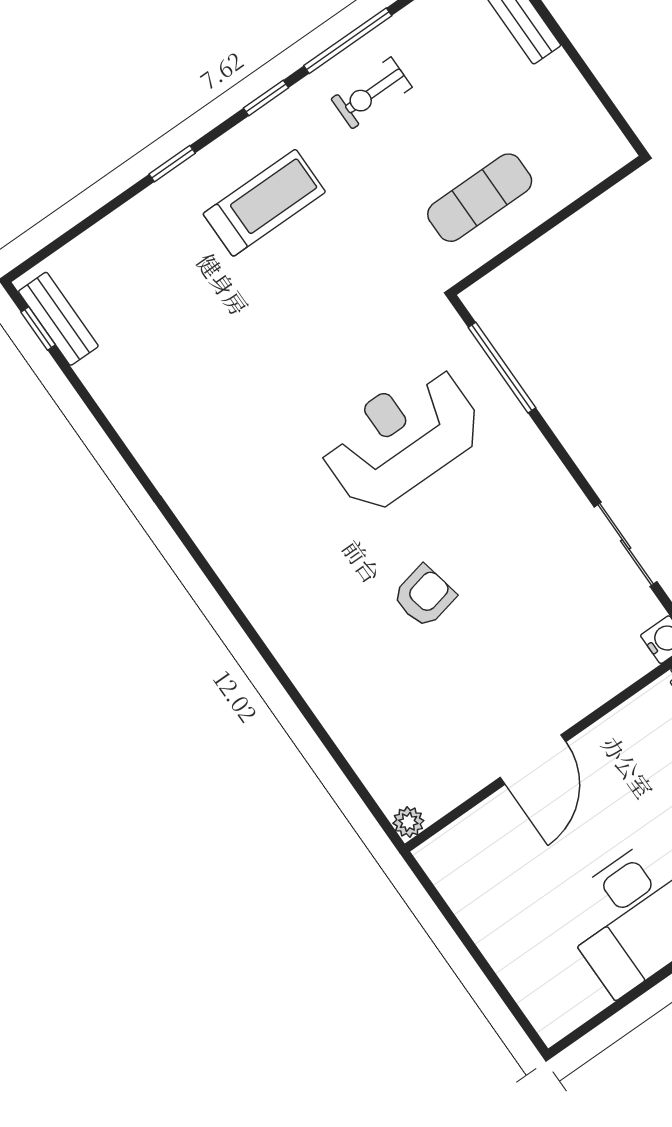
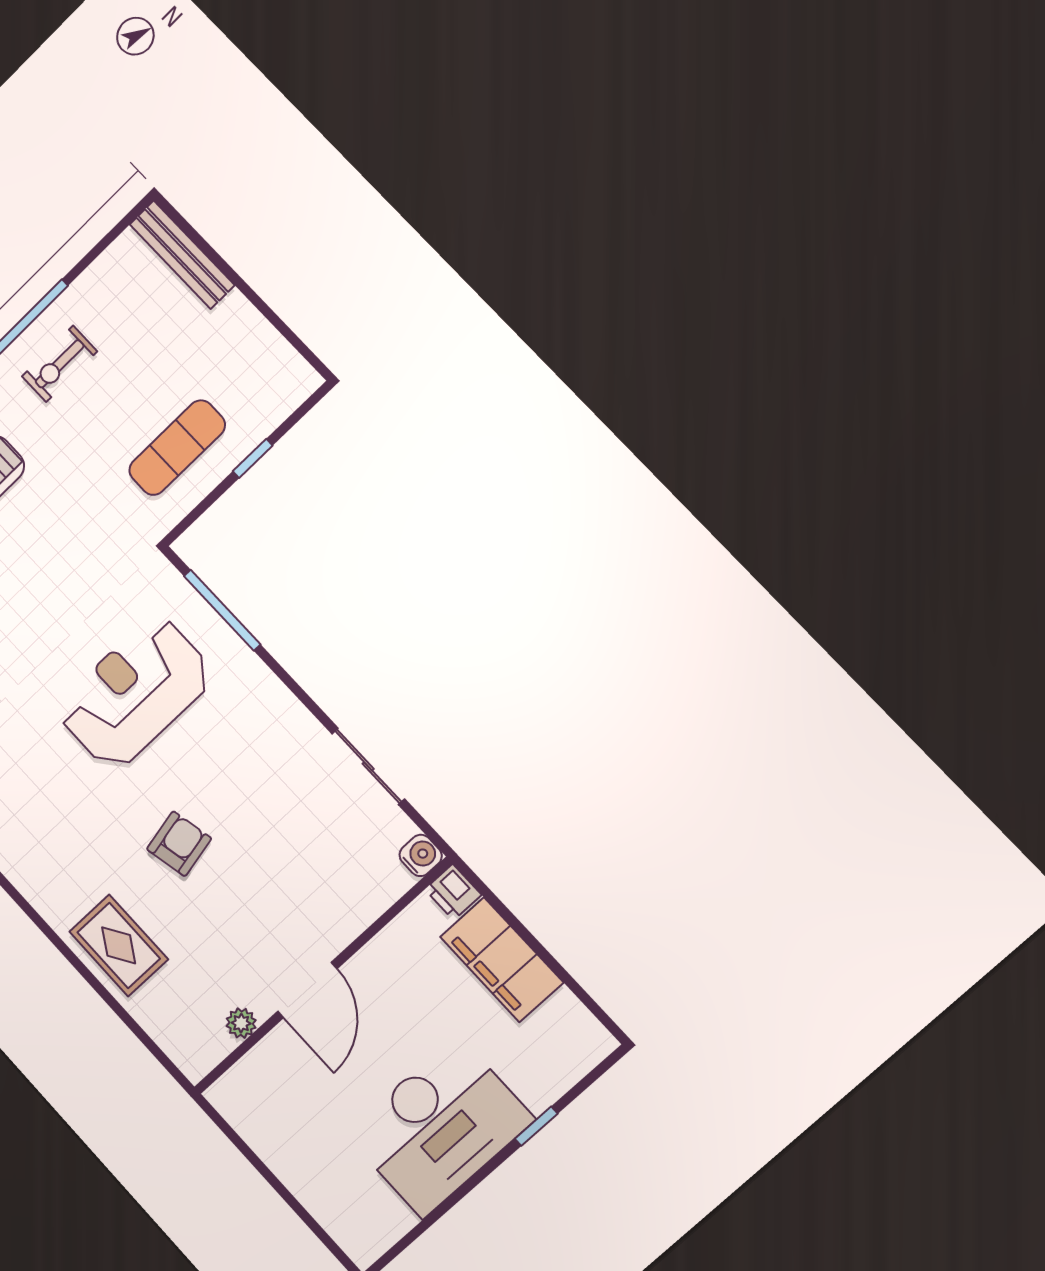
window: (554, 221) -> (253, 458), added
rug: (347, 691) -> (119, 945), added
plant: (408, 822) -> (241, 1023), moved

